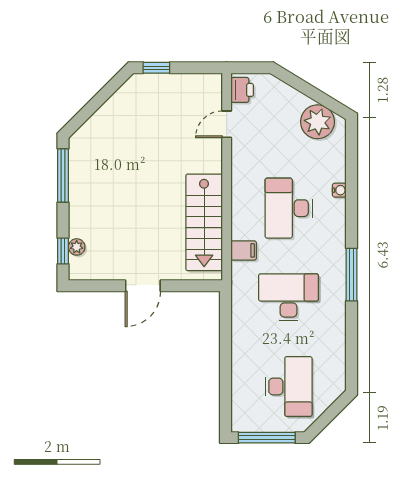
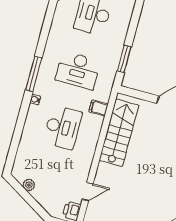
plant: (318, 122) -> (29, 185), width x0.53, depth x0.53
water cooler: (339, 190) -> (35, 99), moved
window: (225, 332) -> (124, 59), added

